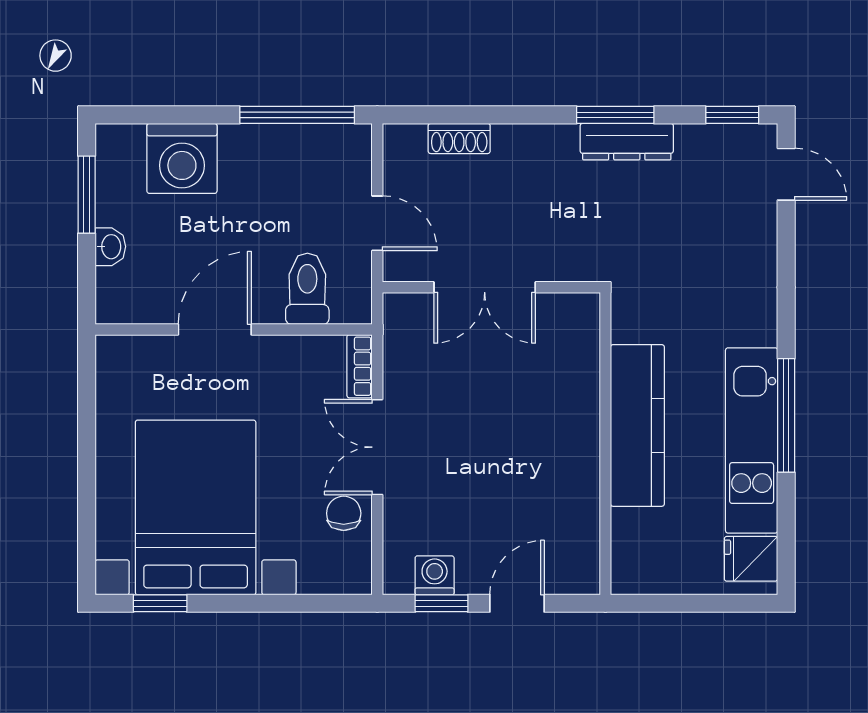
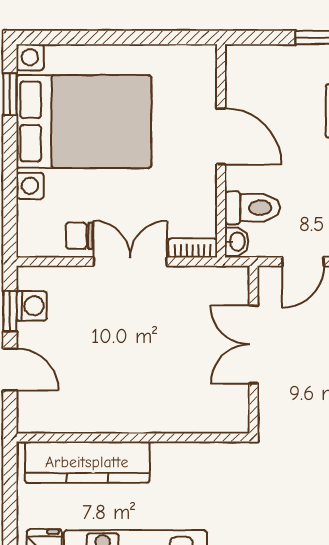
washbasin: (110, 247) -> (237, 242), moved, turned -90
kitchen counter: (637, 425) -> (87, 462), moved
chair: (344, 513) -> (79, 236), turned 180

